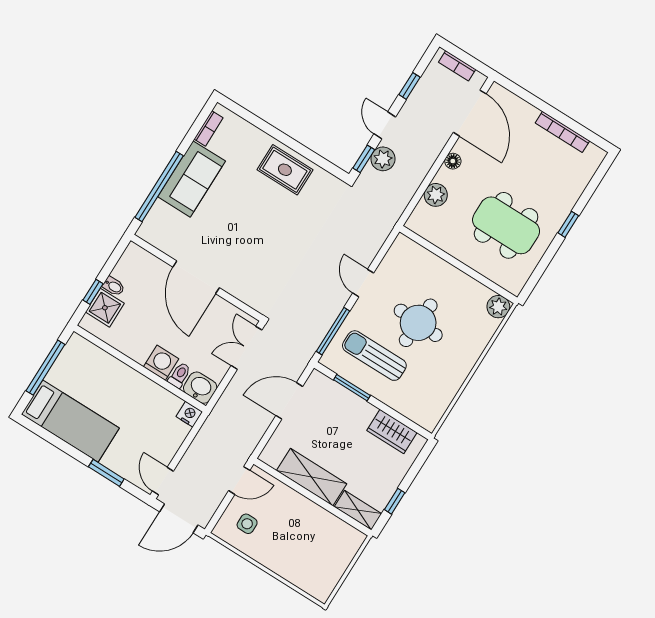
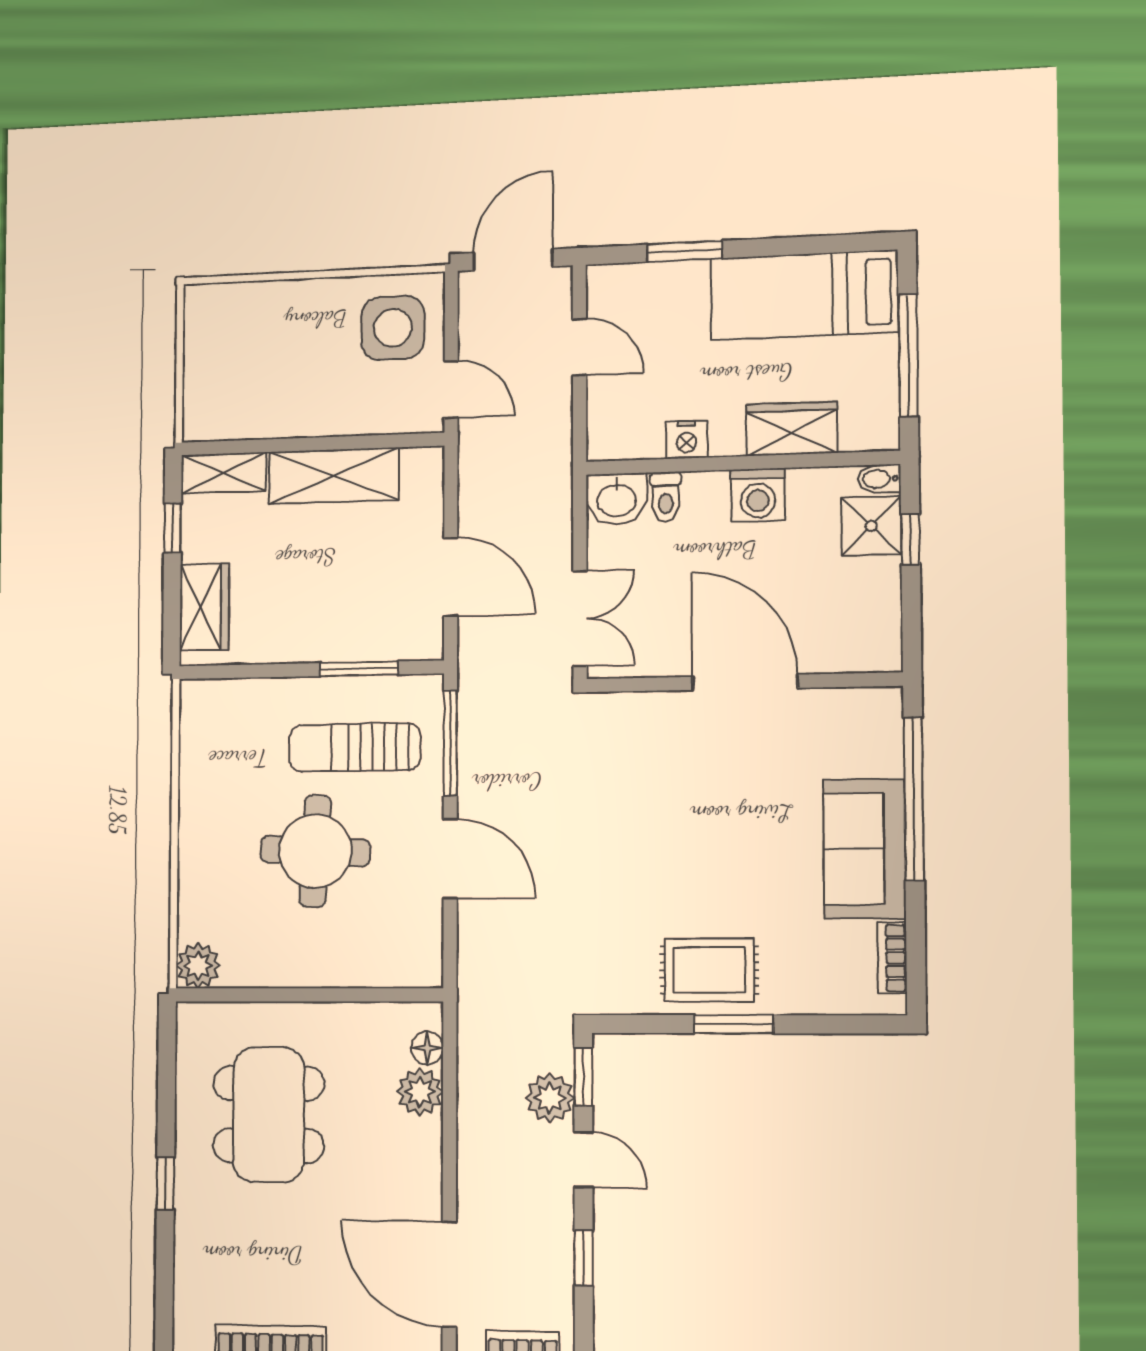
window: (289, 142) -> (733, 1024), added
floor lamp: (453, 161) -> (427, 1048), moved
dining table: (506, 225) -> (269, 1115), turned 90
door: (363, 283) -> (450, 859), width x1.38
bidet: (114, 286) -> (879, 479), moved
sun lounger: (374, 356) -> (355, 747), turned 180
washing machine: (161, 363) -> (758, 495), moved
wardrobe: (111, 369) -> (792, 429), added
door: (289, 401) -> (451, 577), hinge flipped
nightstand: (189, 414) -> (687, 440), moved
wardrobe: (392, 431) -> (204, 607), moved, turned 90
door: (239, 480) -> (451, 390), swing flipped
door: (163, 481) -> (579, 347), moved
side table: (247, 524) -> (393, 328), width x1.87, depth x1.87

